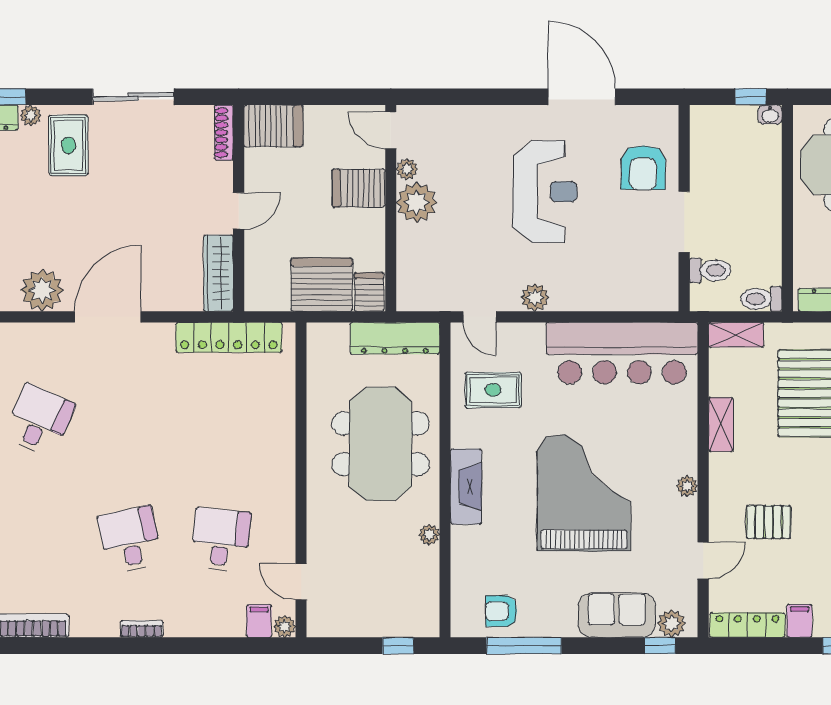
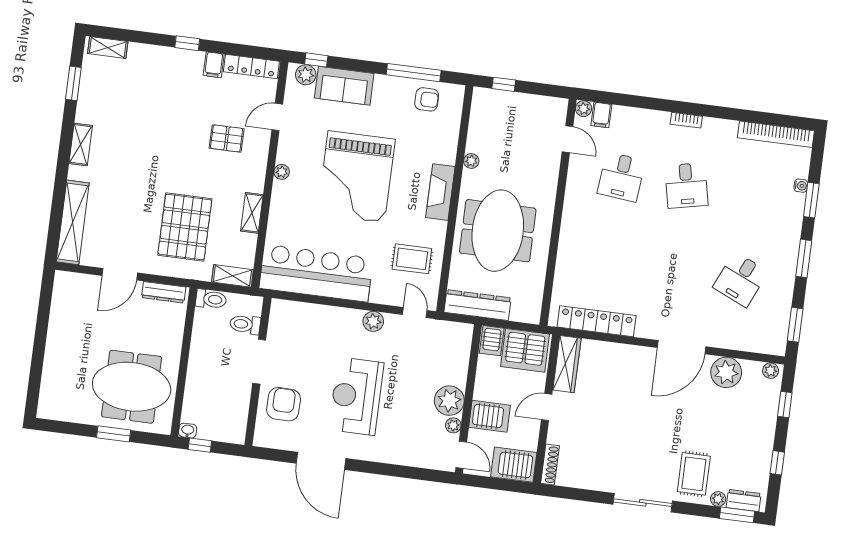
server rack: (273, 126) -> (514, 465), moved
shoe rack: (224, 133) -> (550, 465), moved
wall: (239, 208) -> (546, 409), moved
door: (239, 211) -> (547, 407), moved
wardrobe: (218, 273) -> (567, 364), moved

